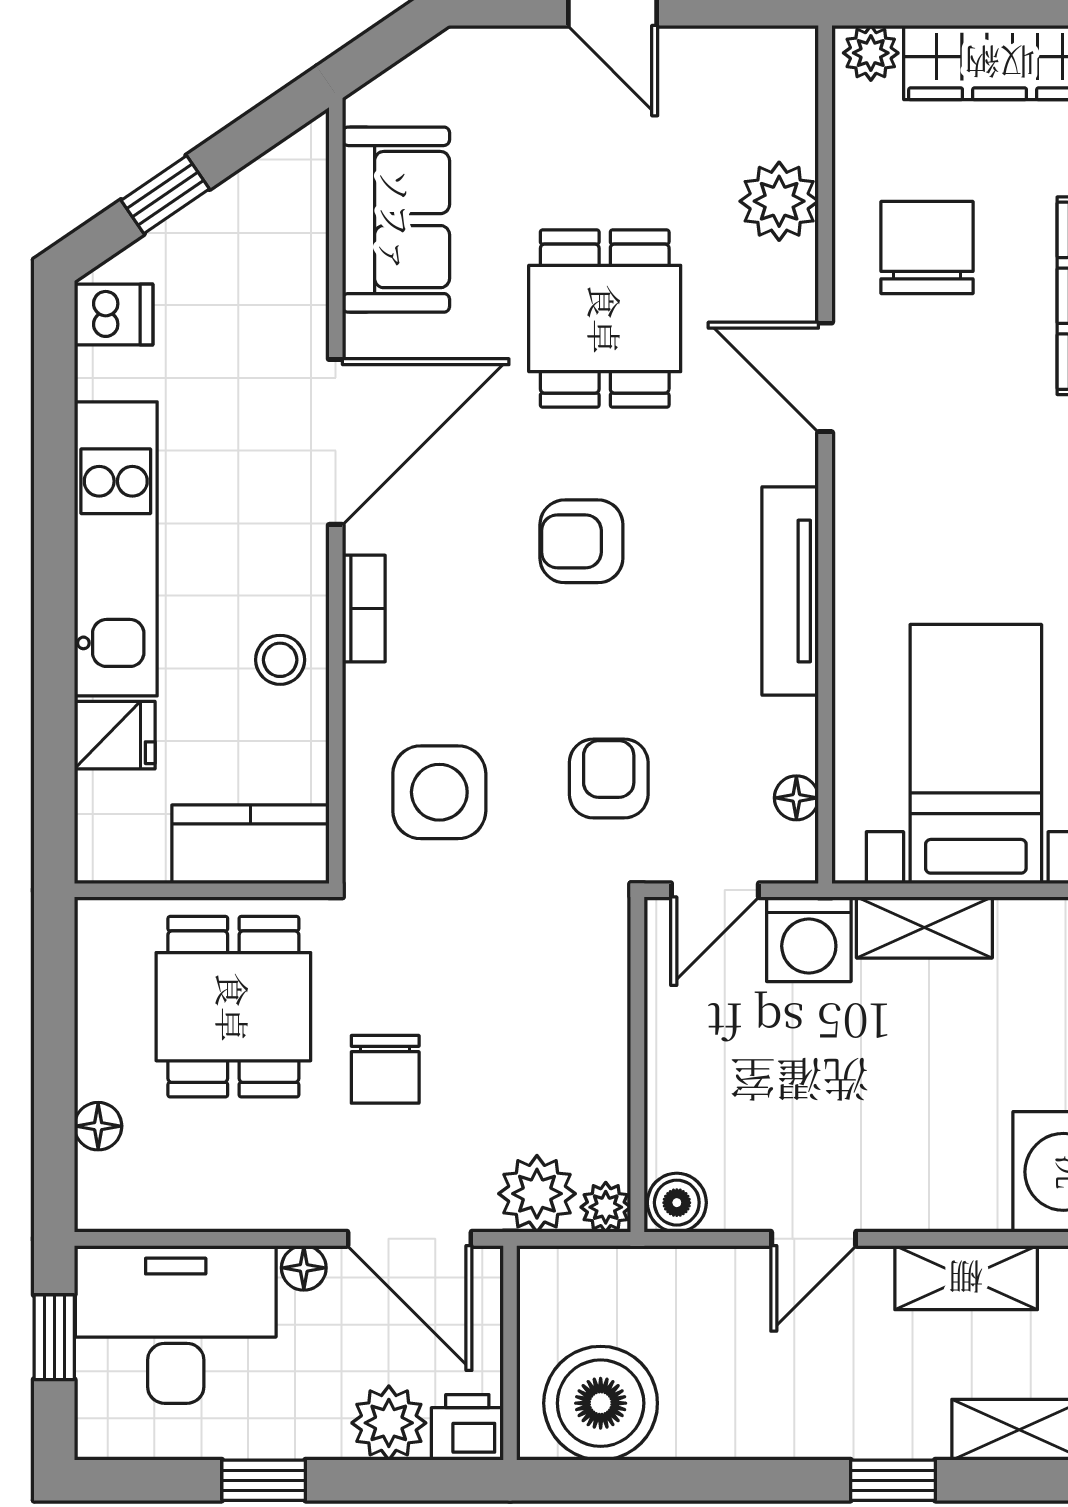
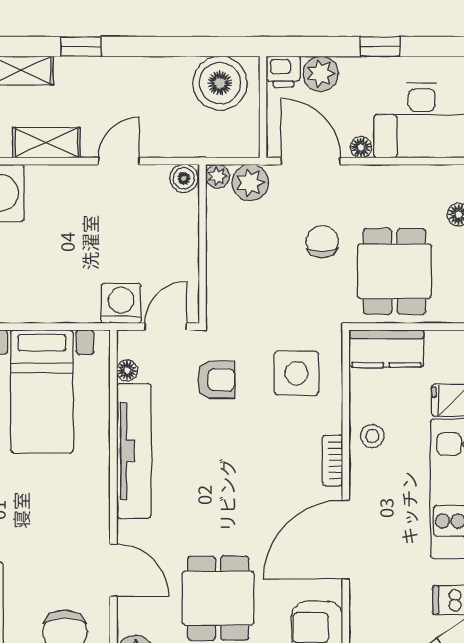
armchair: (581, 541) -> (229, 492), removed
tv unit: (790, 591) -> (134, 451), width x1.36, depth x1.29
armchair: (609, 778) -> (216, 380), turned -90
shelving: (924, 928) -> (66, 309), removed

